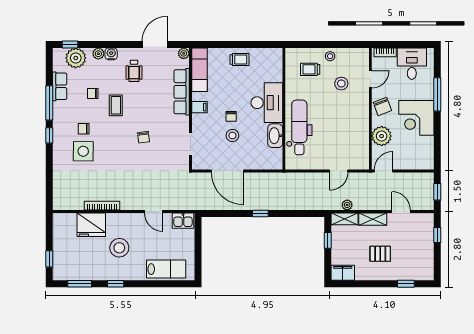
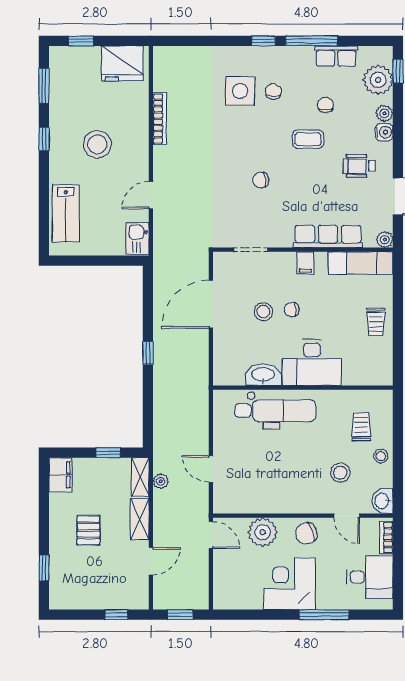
washbasin: (360, 55) -> (382, 501), added
fridge: (91, 225) -> (122, 63), moved, turned -90

